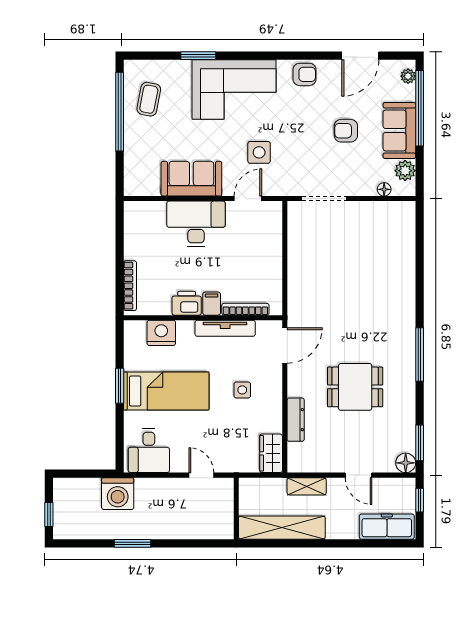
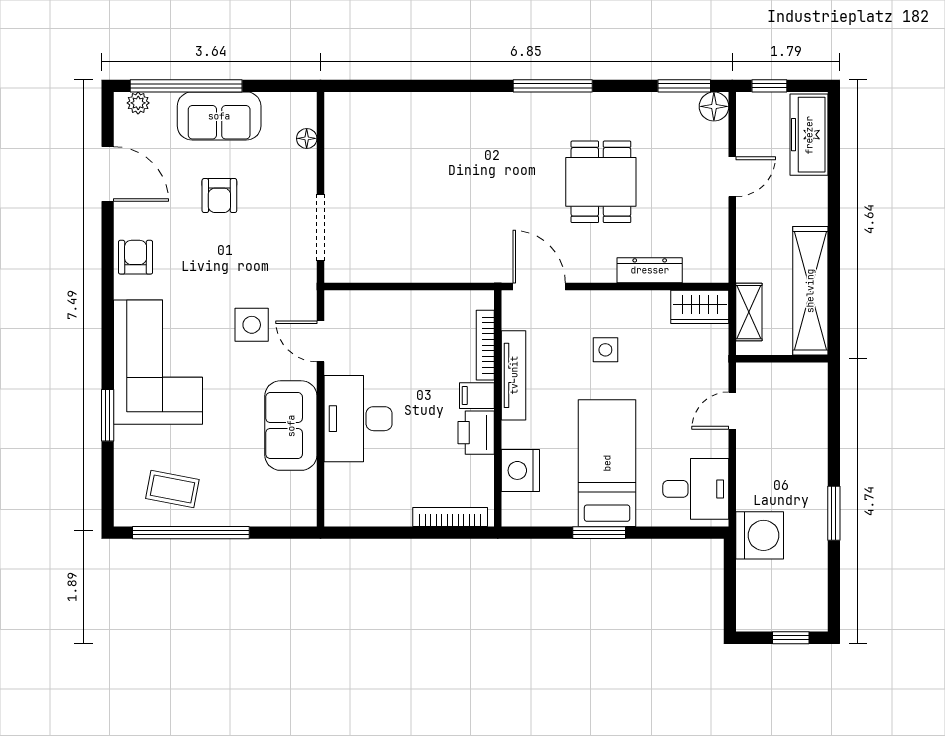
plant: (405, 171) -> (279, 107), removed
shelving: (307, 486) -> (749, 312), moved

